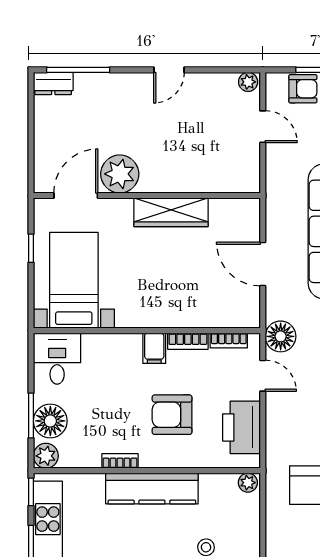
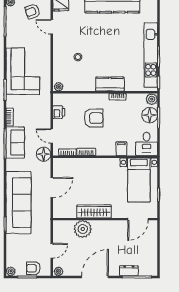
door: (169, 70) -> (95, 277), width x1.88
dresser: (53, 83) -> (129, 271), moved
door: (263, 127) -> (52, 251), swing flipped
plant: (120, 174) -> (83, 229), moved
door: (263, 264) -> (52, 188), hinge flipped
filing cabinet: (154, 348) -> (121, 149), moved
printer: (241, 427) -> (59, 112), width x0.53, depth x0.68
kitchen counter: (152, 488) -> (110, 84), width x0.67

